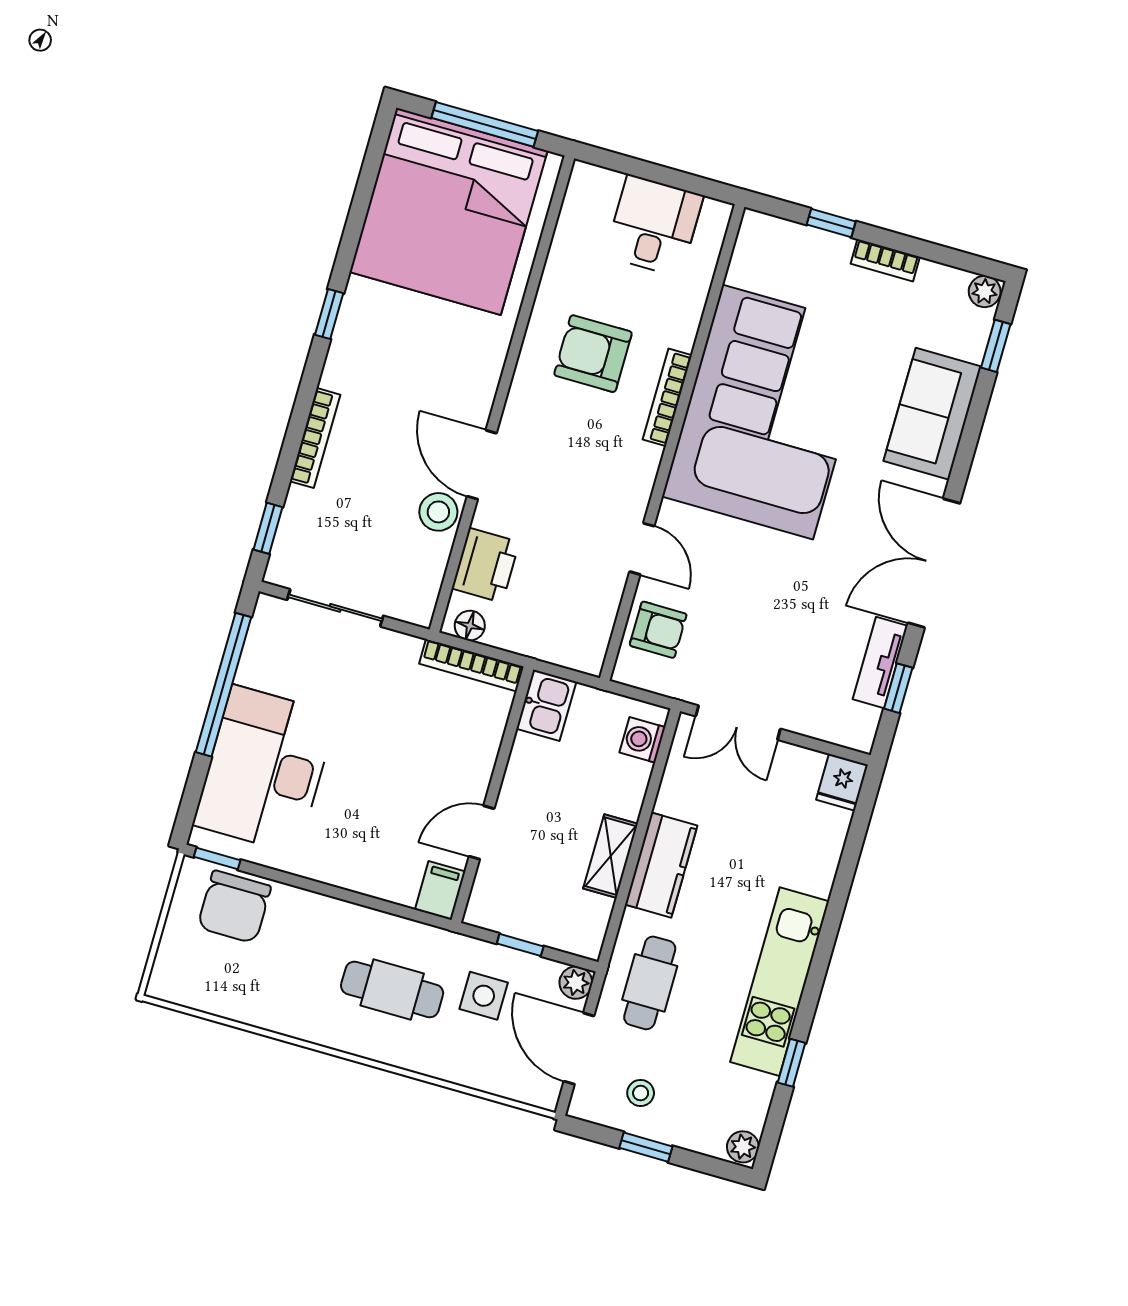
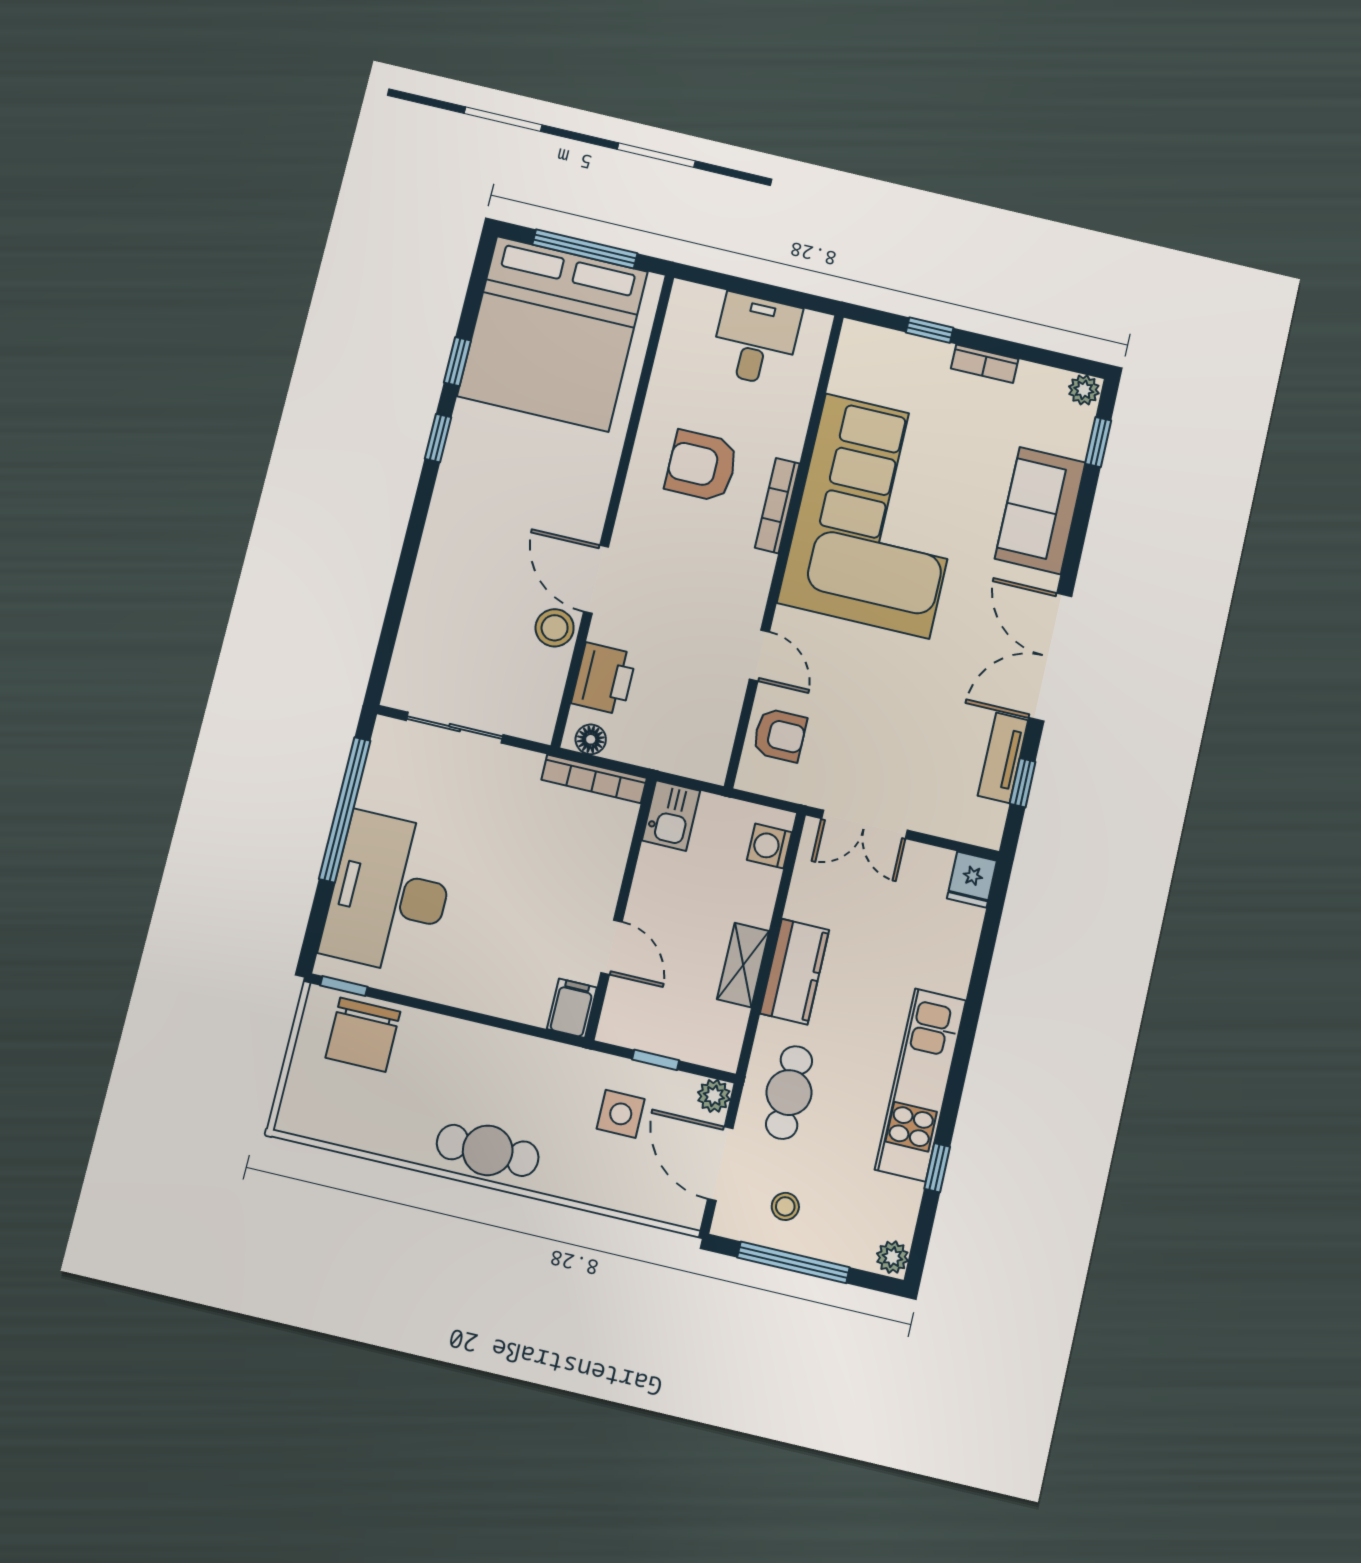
bookcase: (315, 438) -> (429, 560), removed
window: (268, 528) -> (457, 362), moved
door: (482, 833) -> (611, 947), swing flipped
cafe table: (392, 989) -> (488, 1150), moved
window: (646, 1147) -> (793, 1262), width x2.17

